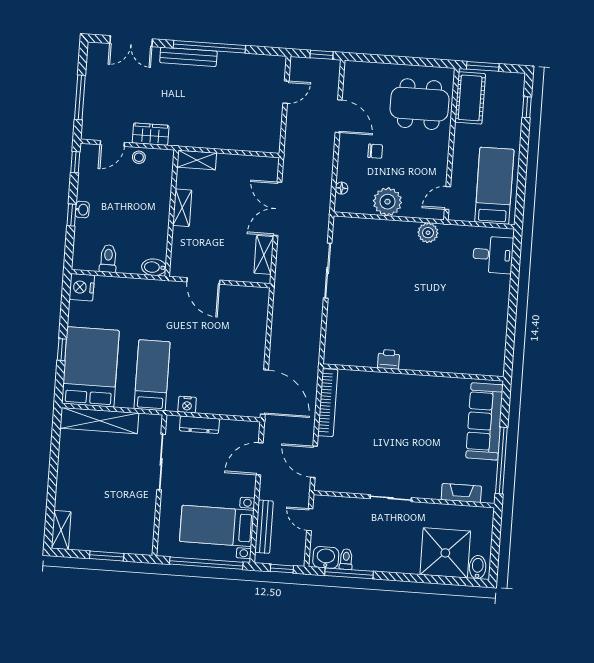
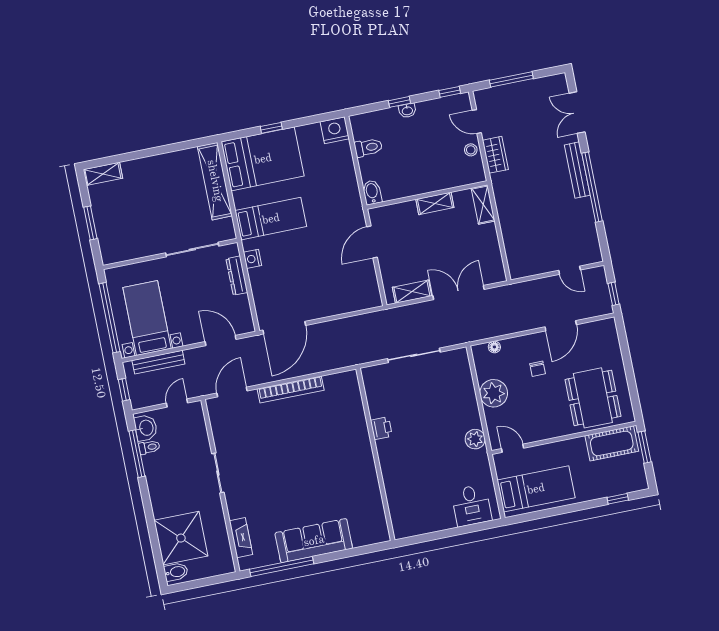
printer: (389, 359) -> (381, 428), moved
wall: (413, 372) -> (375, 454), moved

